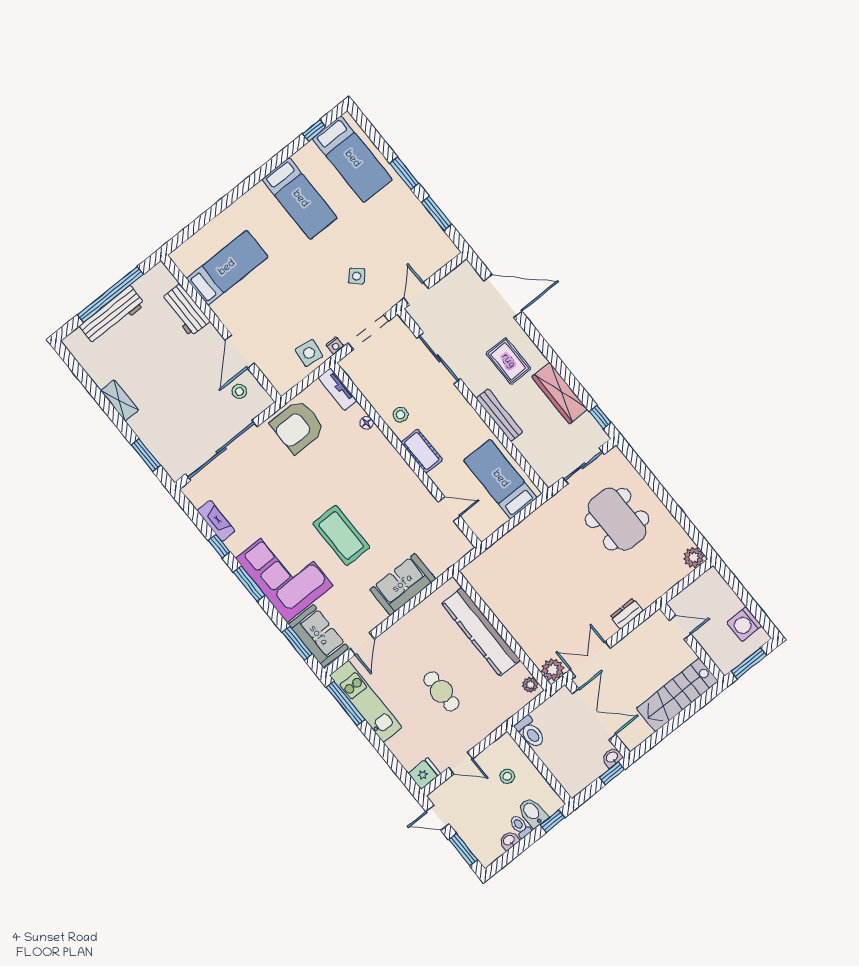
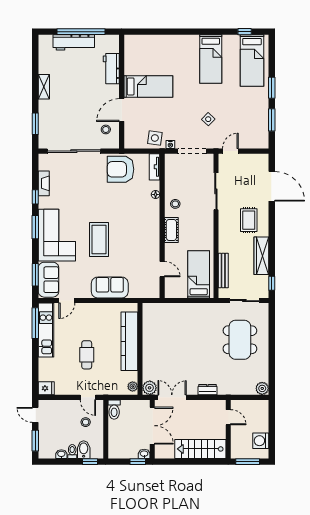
bed: (227, 268) -> (148, 86), moved
bench: (499, 415) -> (223, 270), moved
door: (460, 763) -> (88, 397), moved

